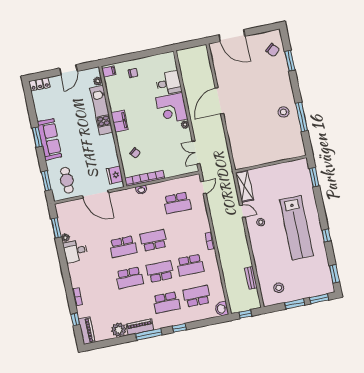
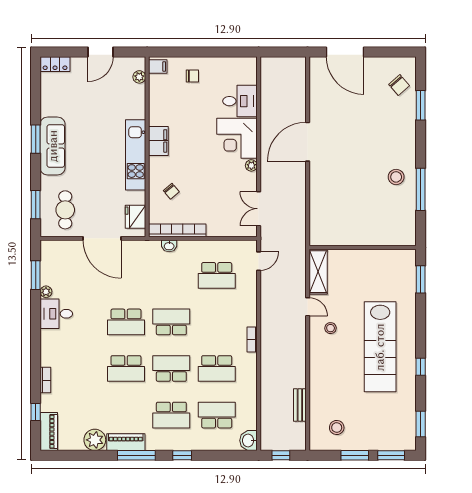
kitchen unit: (101, 110) -> (136, 155), moved

